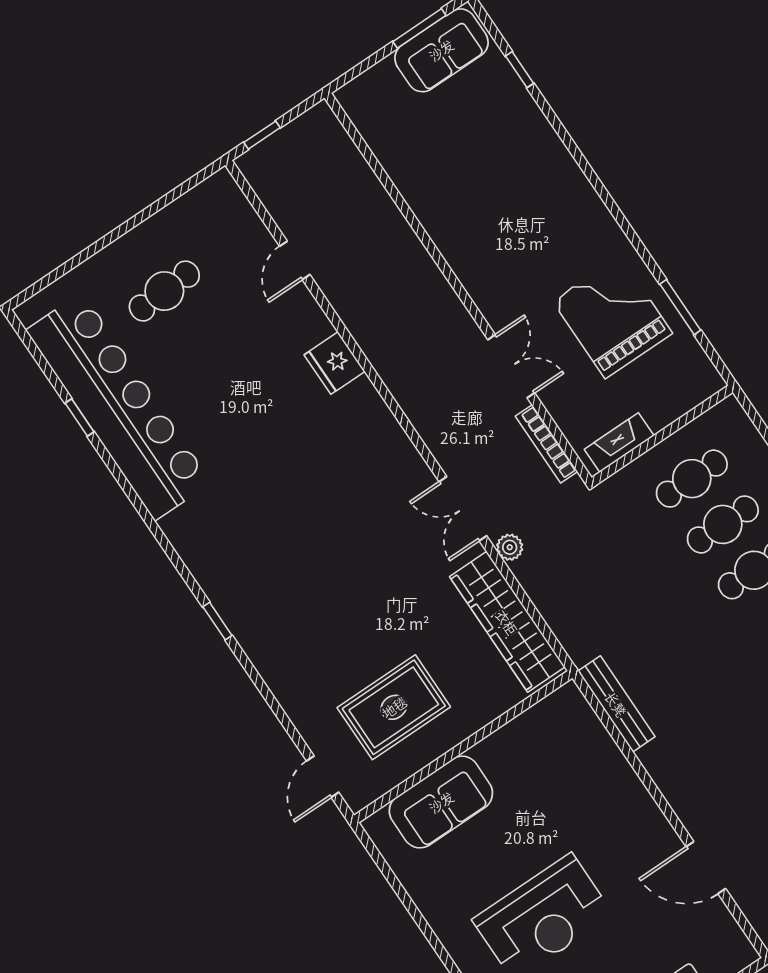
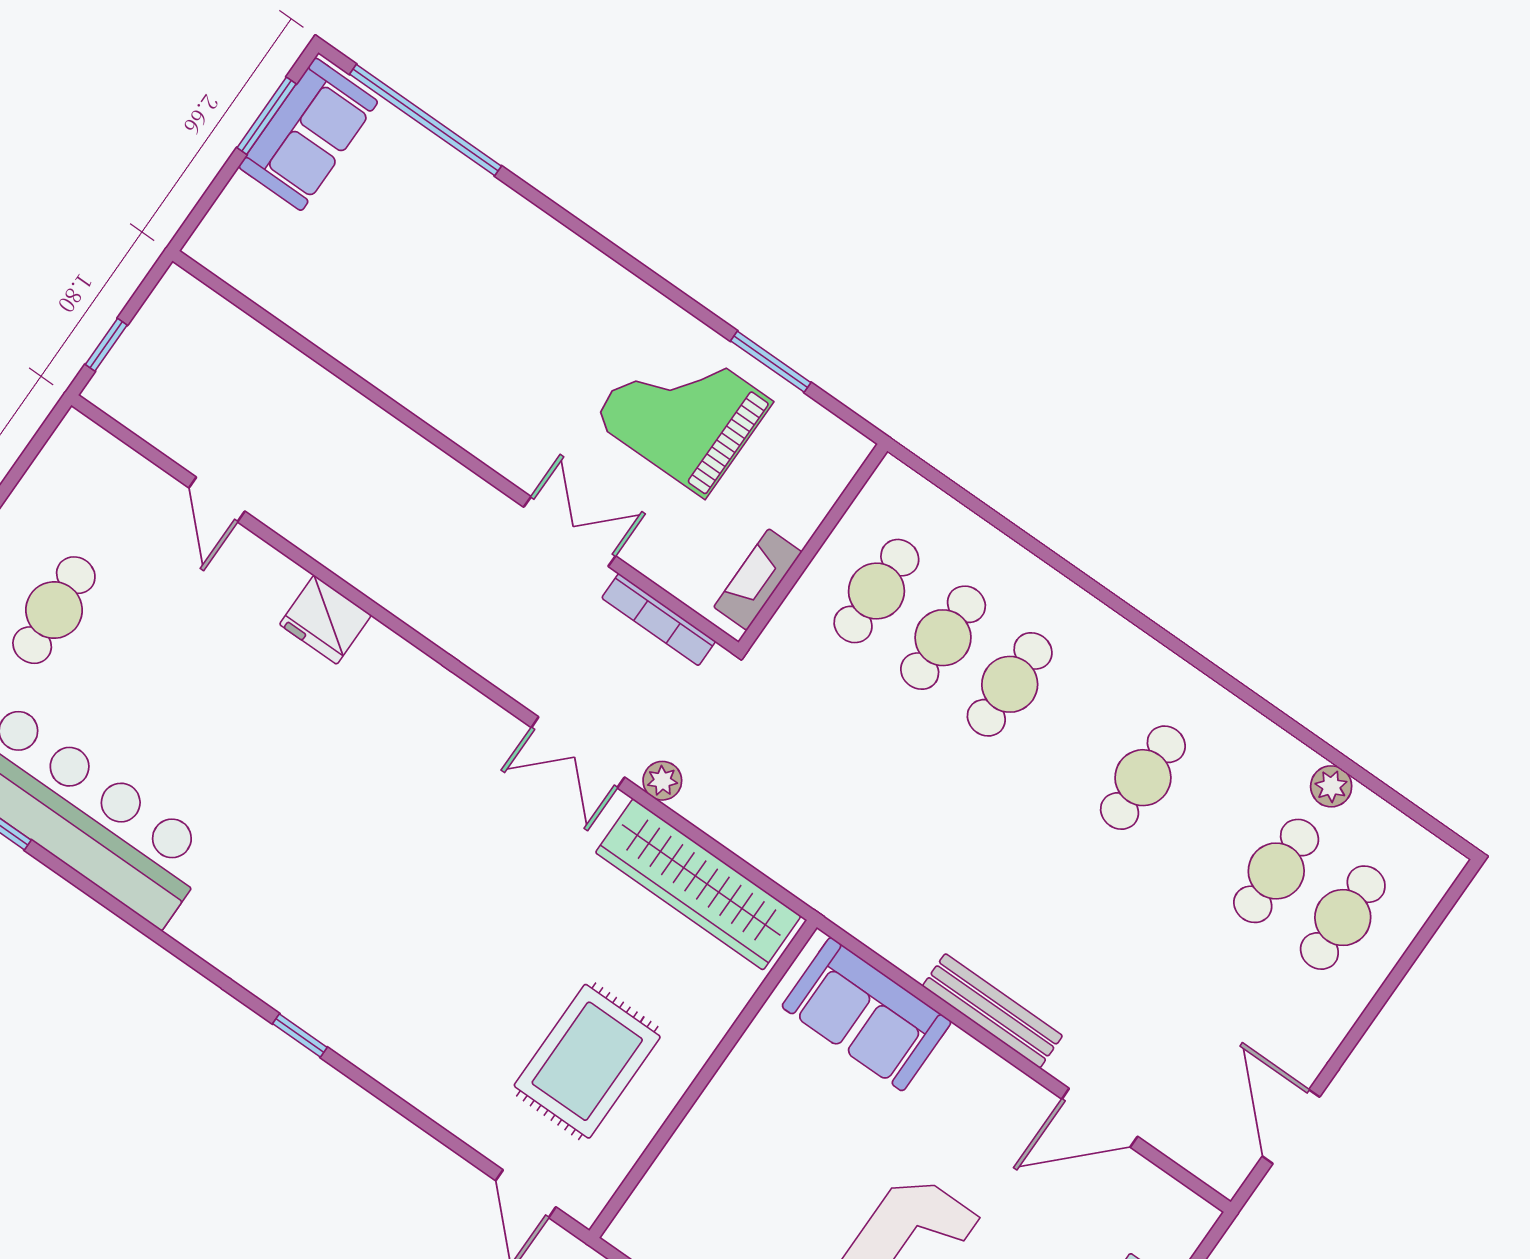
window: (520, 70) -> (426, 120), width x3.17
bench: (616, 704) -> (992, 1011), moved
sofa: (441, 802) -> (867, 1014), moved, turned 90

